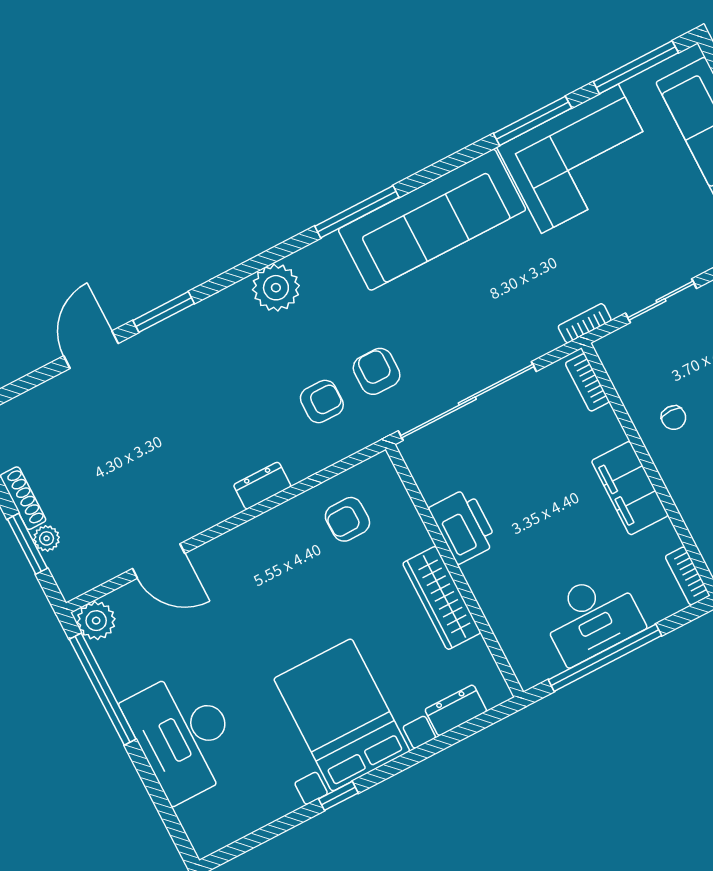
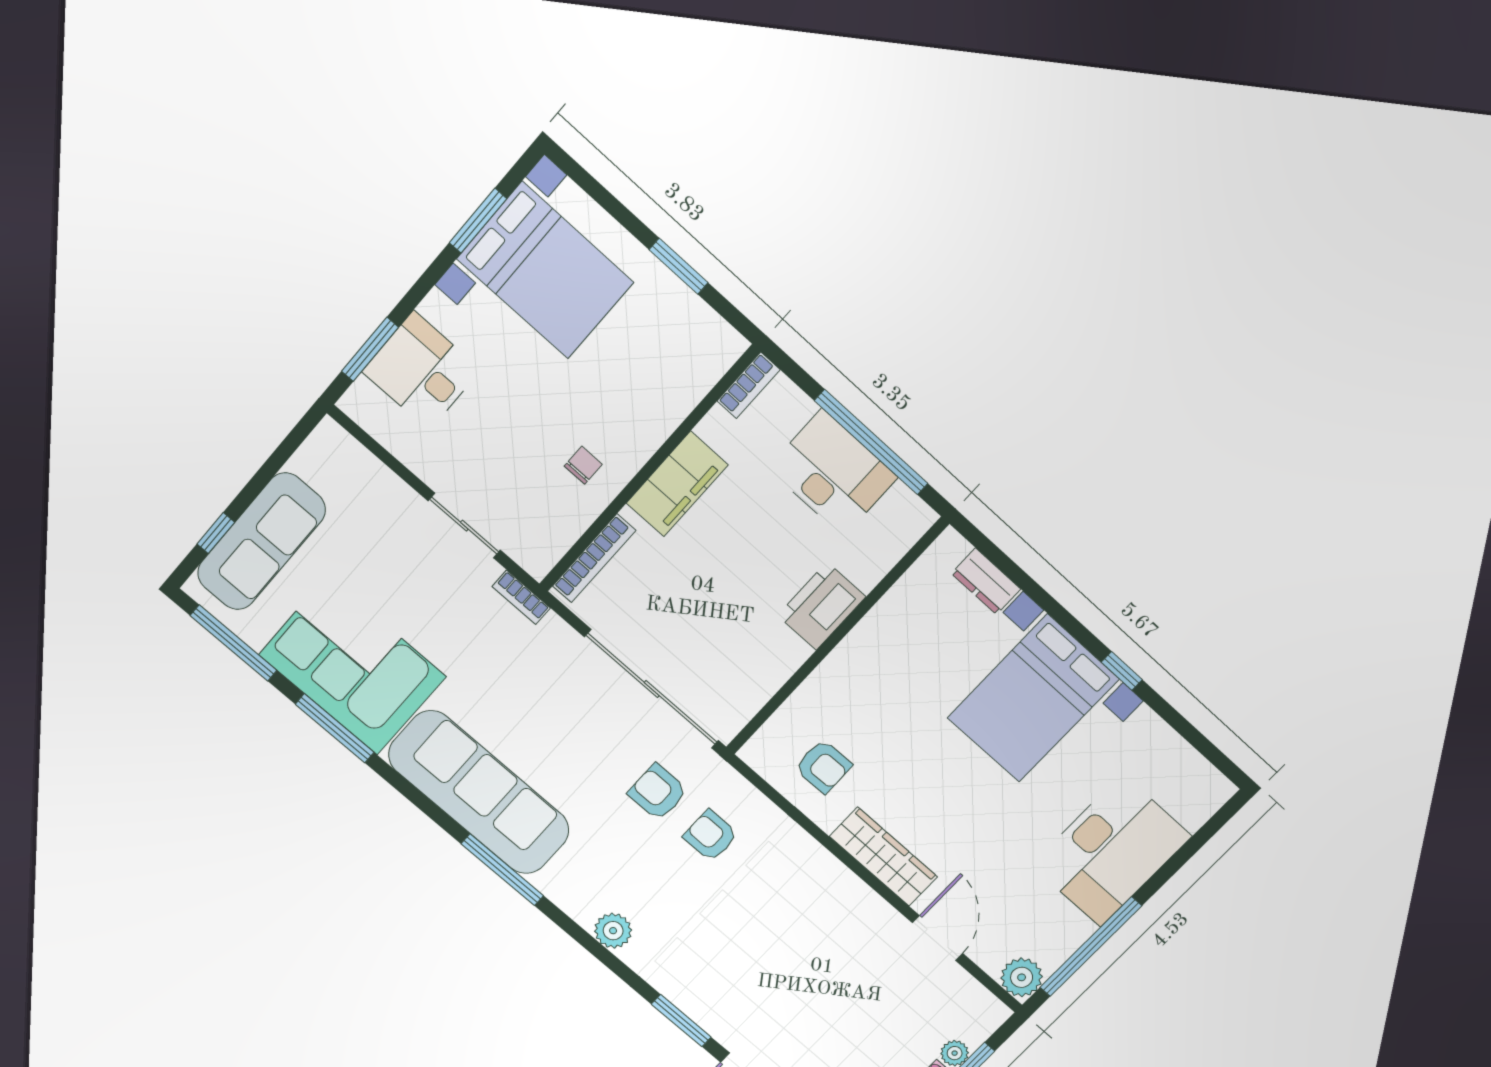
plant: (276, 288) -> (613, 931), width x0.73, depth x0.73
armchair: (377, 371) -> (658, 792), turned 90
bookcase: (587, 382) -> (594, 558), width x1.56
dresser: (262, 486) -> (821, 864), removed
printer: (463, 526) -> (822, 606), moved
wardrobe: (442, 598) -> (883, 857), moved, turned -90

